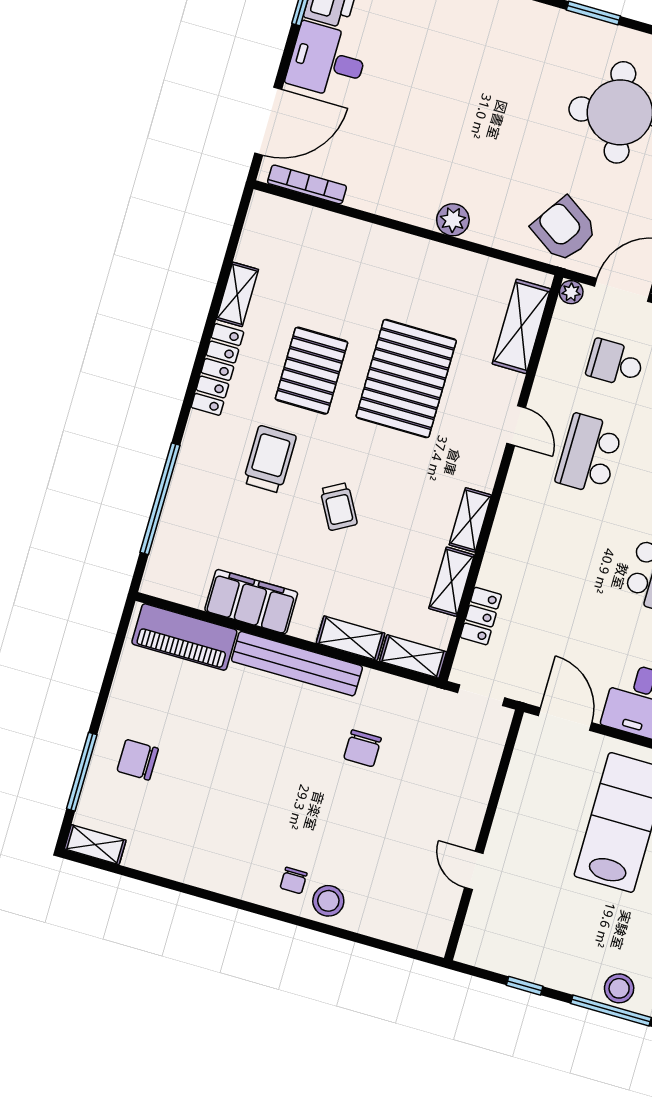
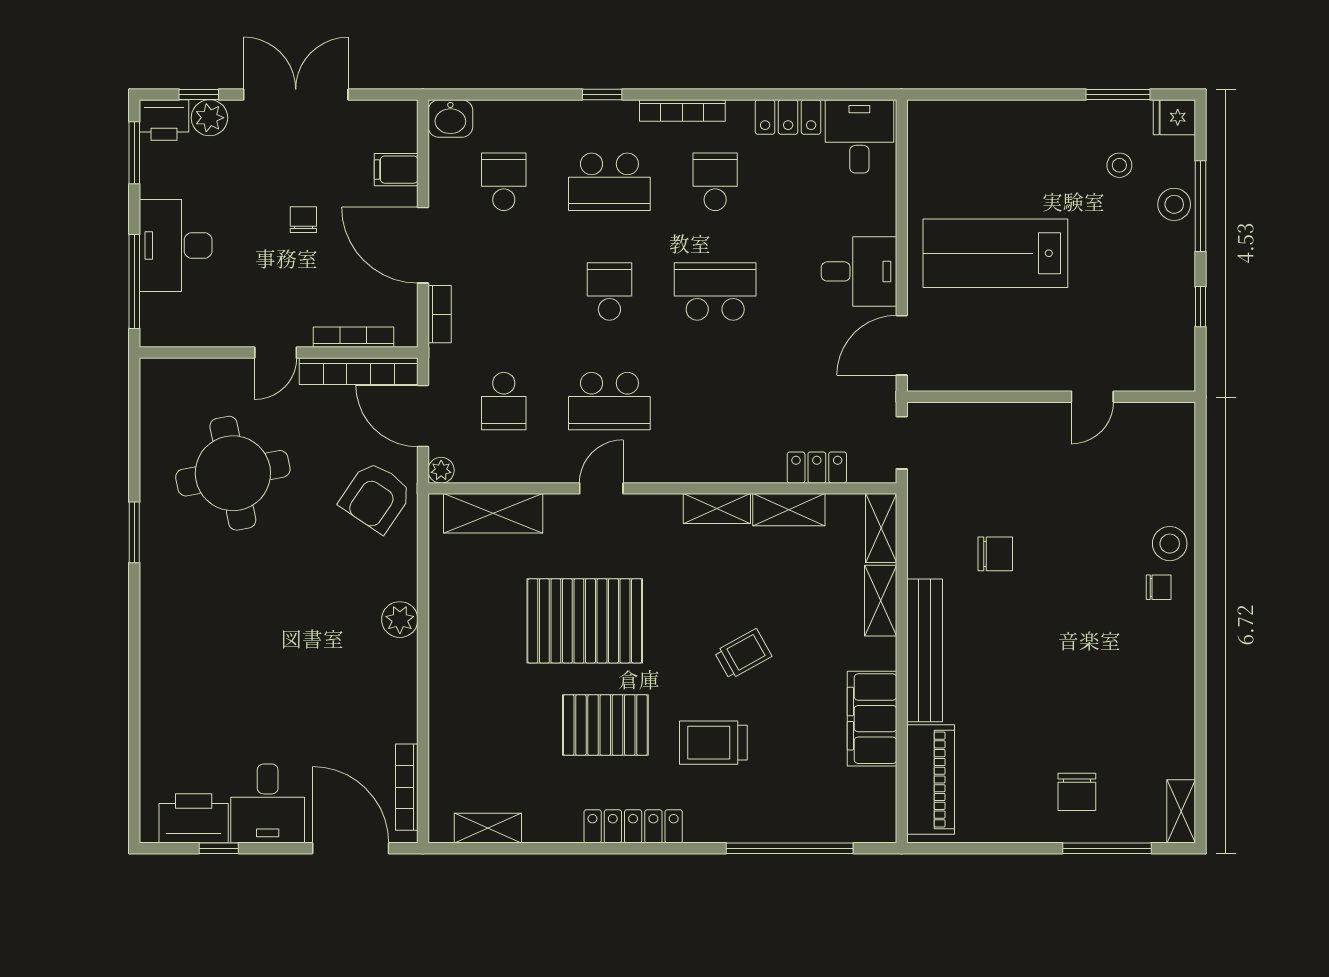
shelving: (237, 294) -> (488, 828), moved

